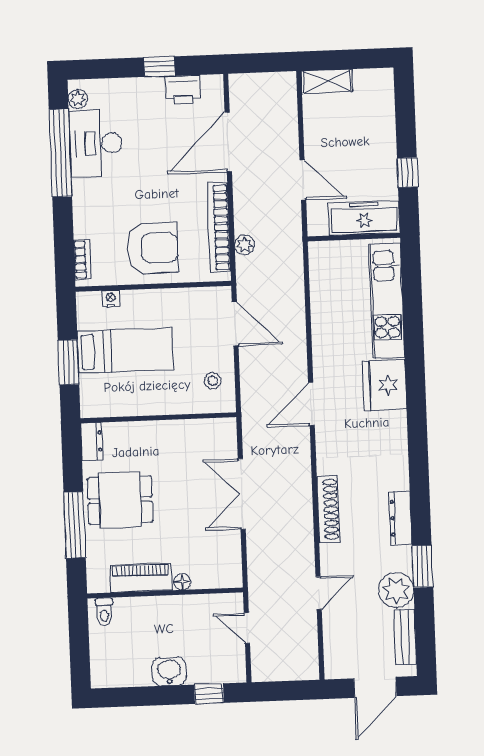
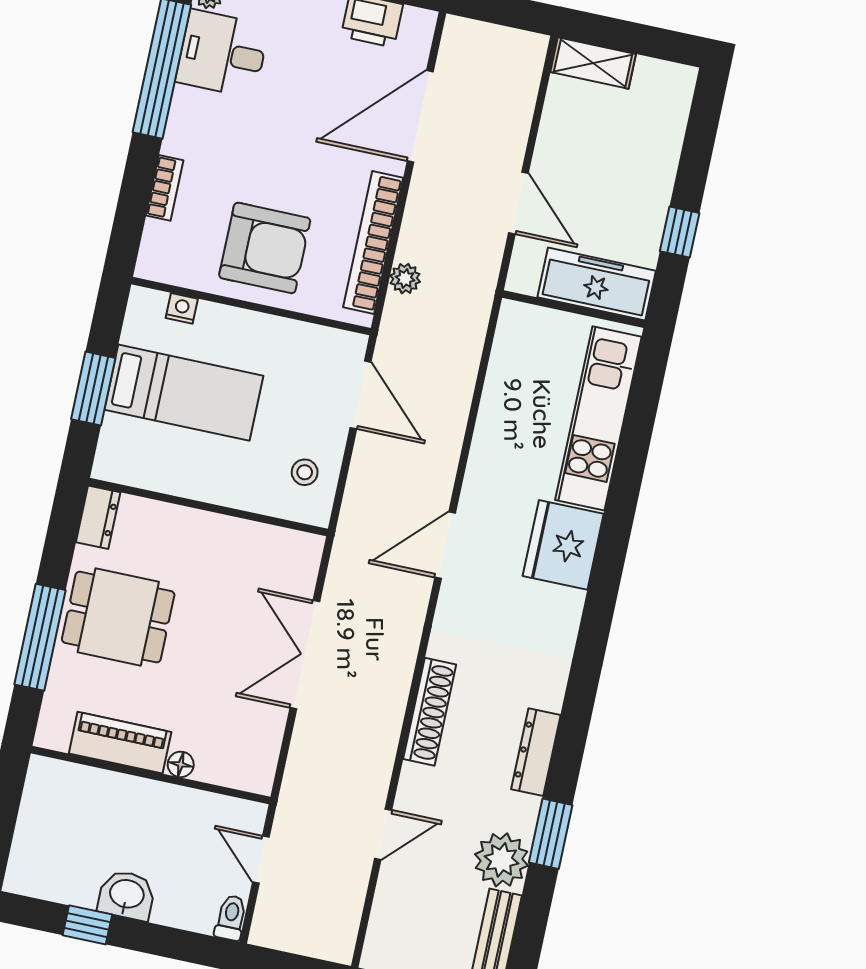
desk: (96, 143) -> (222, 54), width x0.73
bookcase: (82, 260) -> (165, 188), moved
toilet: (104, 612) -> (231, 918), moved, turned 180
window: (209, 694) -> (87, 925), moved

